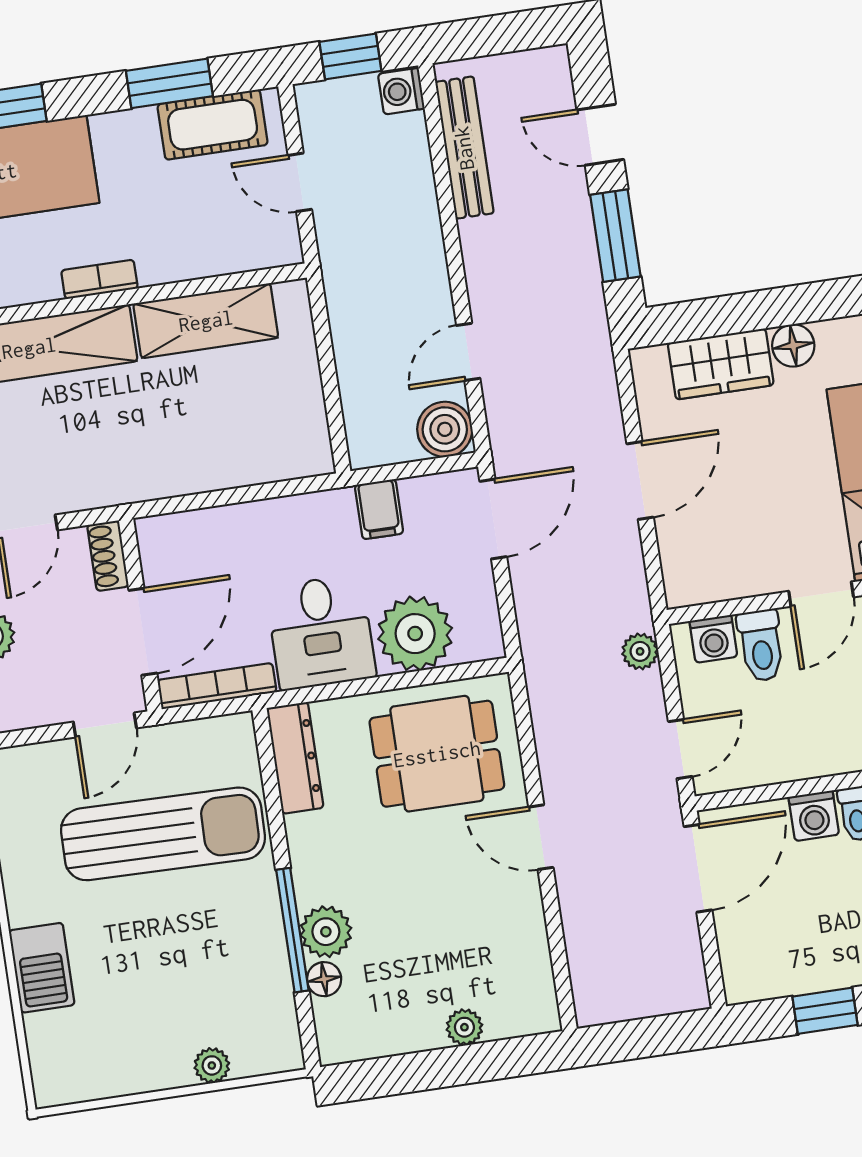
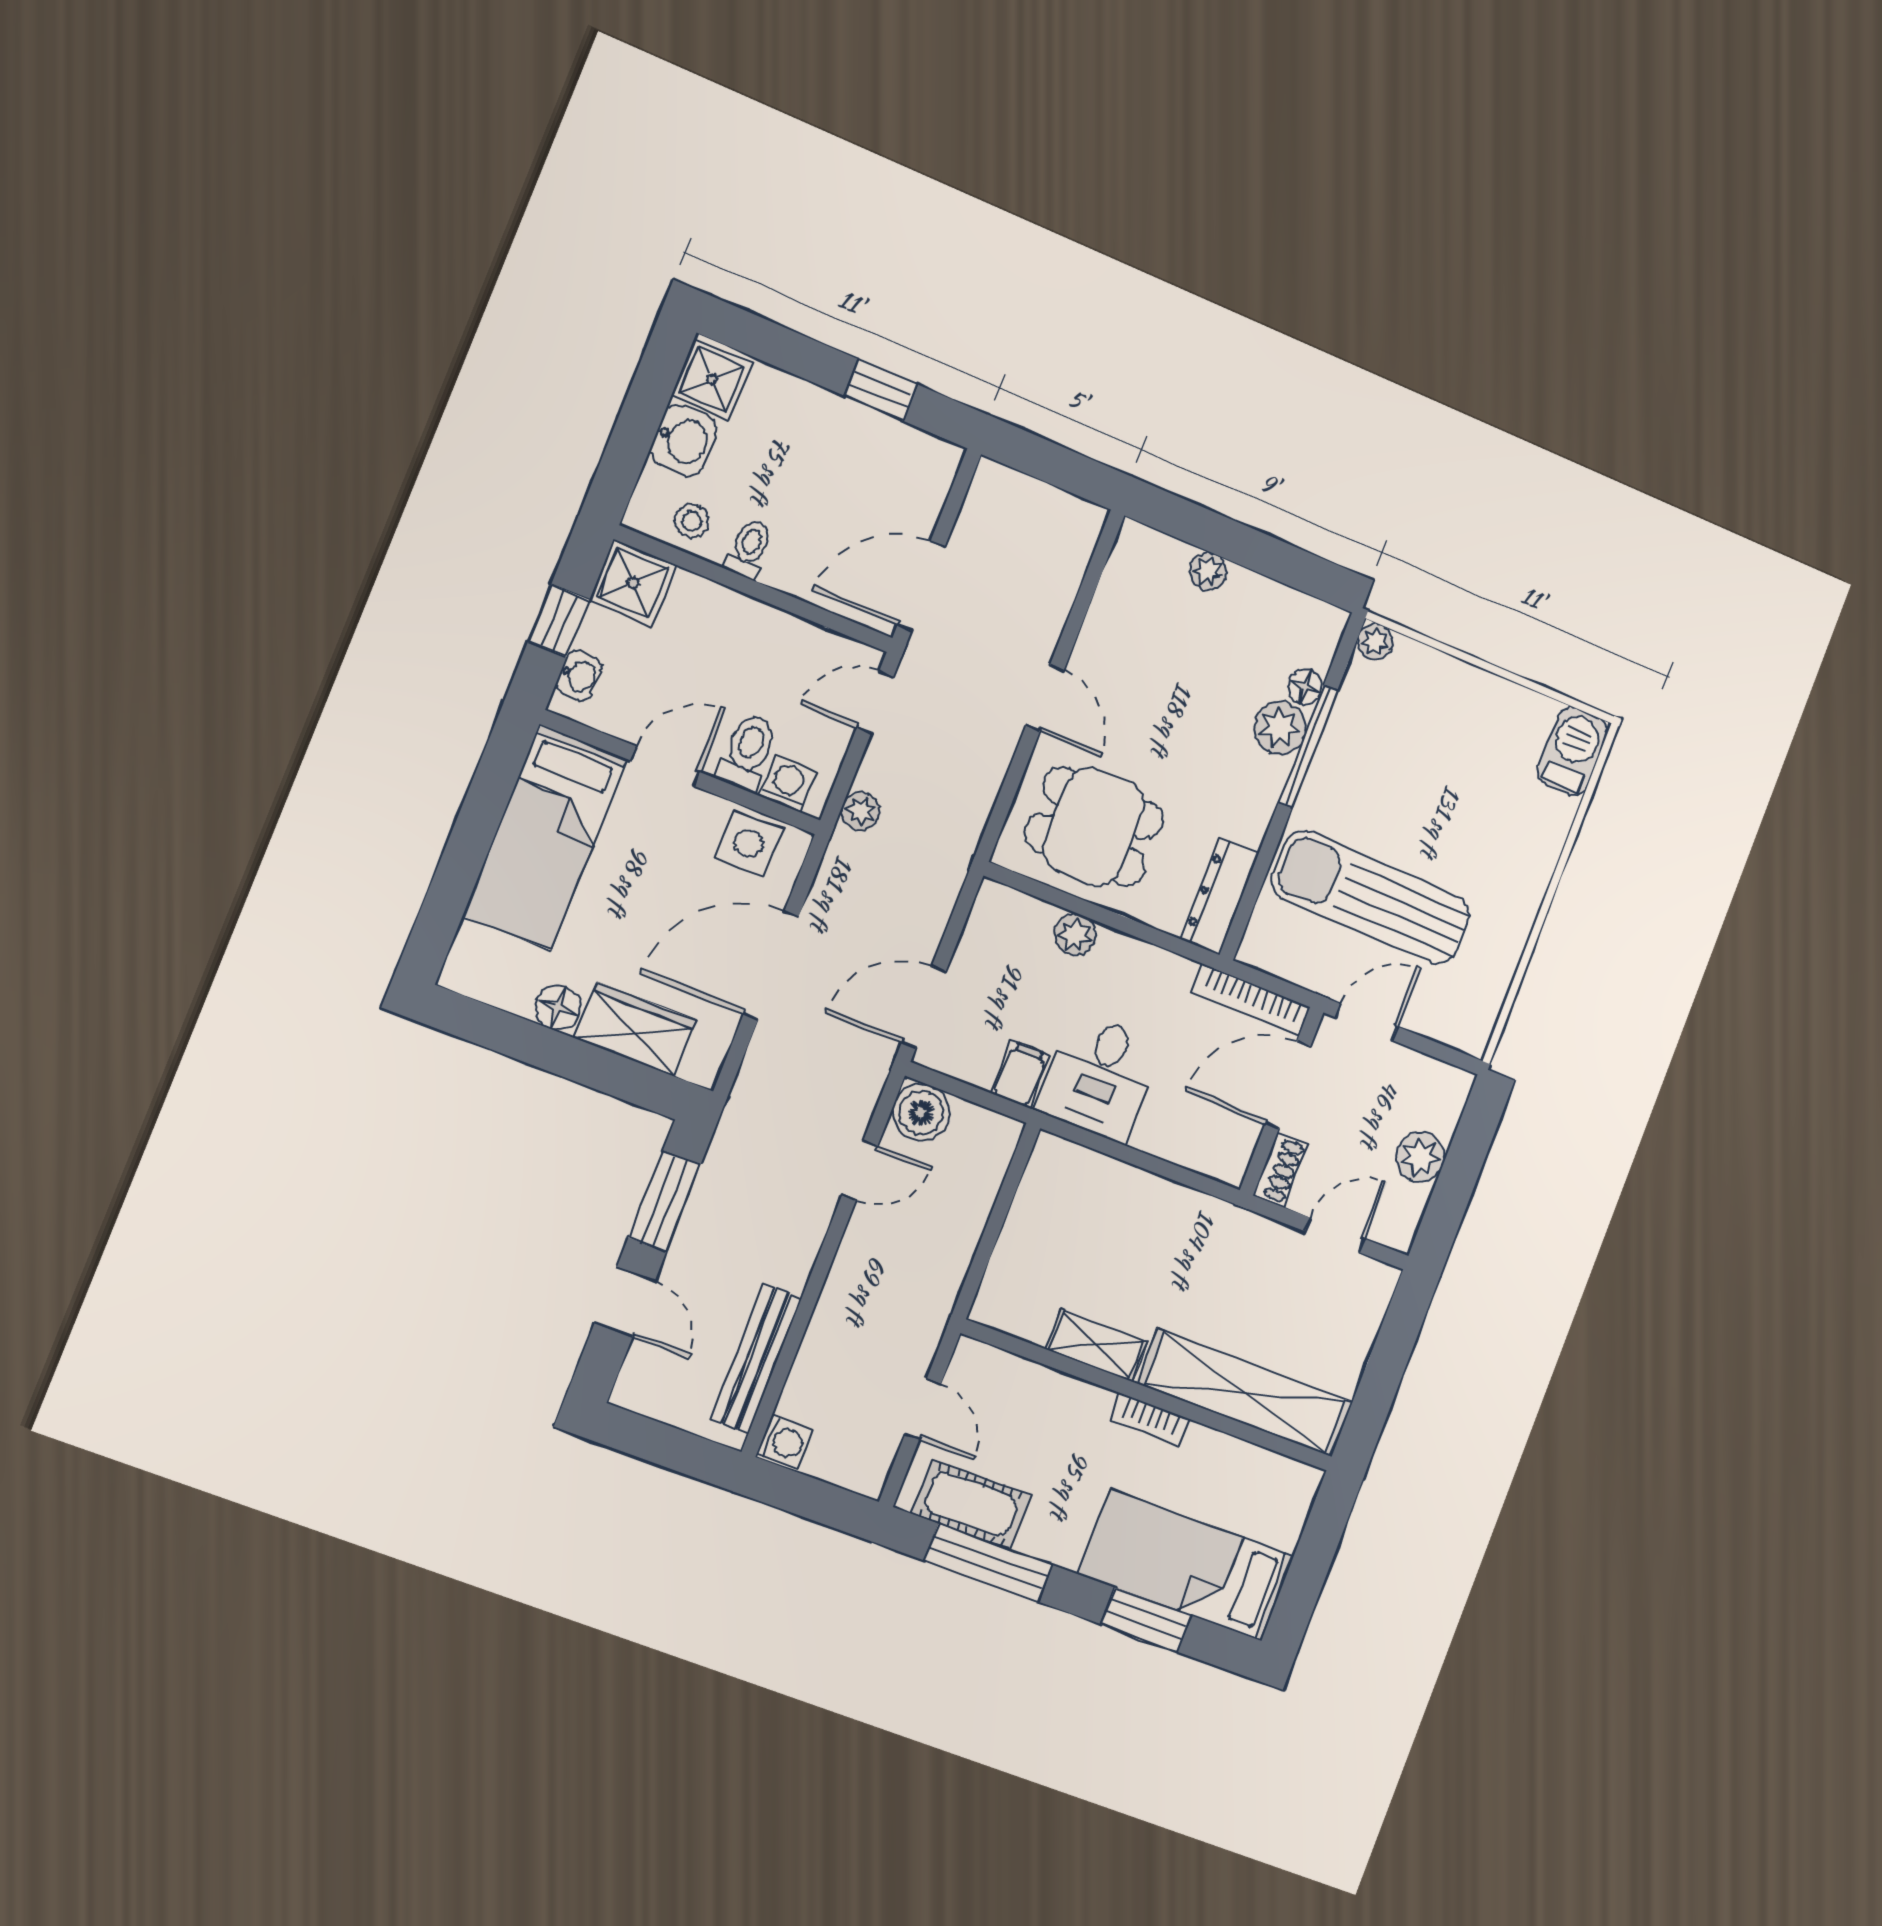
window: (350, 56) -> (812, 1499), removed
window: (169, 83) -> (988, 1563), width x1.44
shelving: (206, 321) -> (1096, 1345), width x0.67, depth x0.75
door: (640, 480) -> (771, 965), width x1.36
side table: (717, 571) -> (749, 843), added
desk: (321, 632) -> (1099, 1077), moved, turned 180
plant: (415, 634) -> (1075, 935), width x0.53, depth x0.53
washing machine: (814, 816) -> (789, 570), removed
barbecue: (42, 968) -> (1573, 752), moved
plant: (212, 1065) -> (1375, 642), moved

